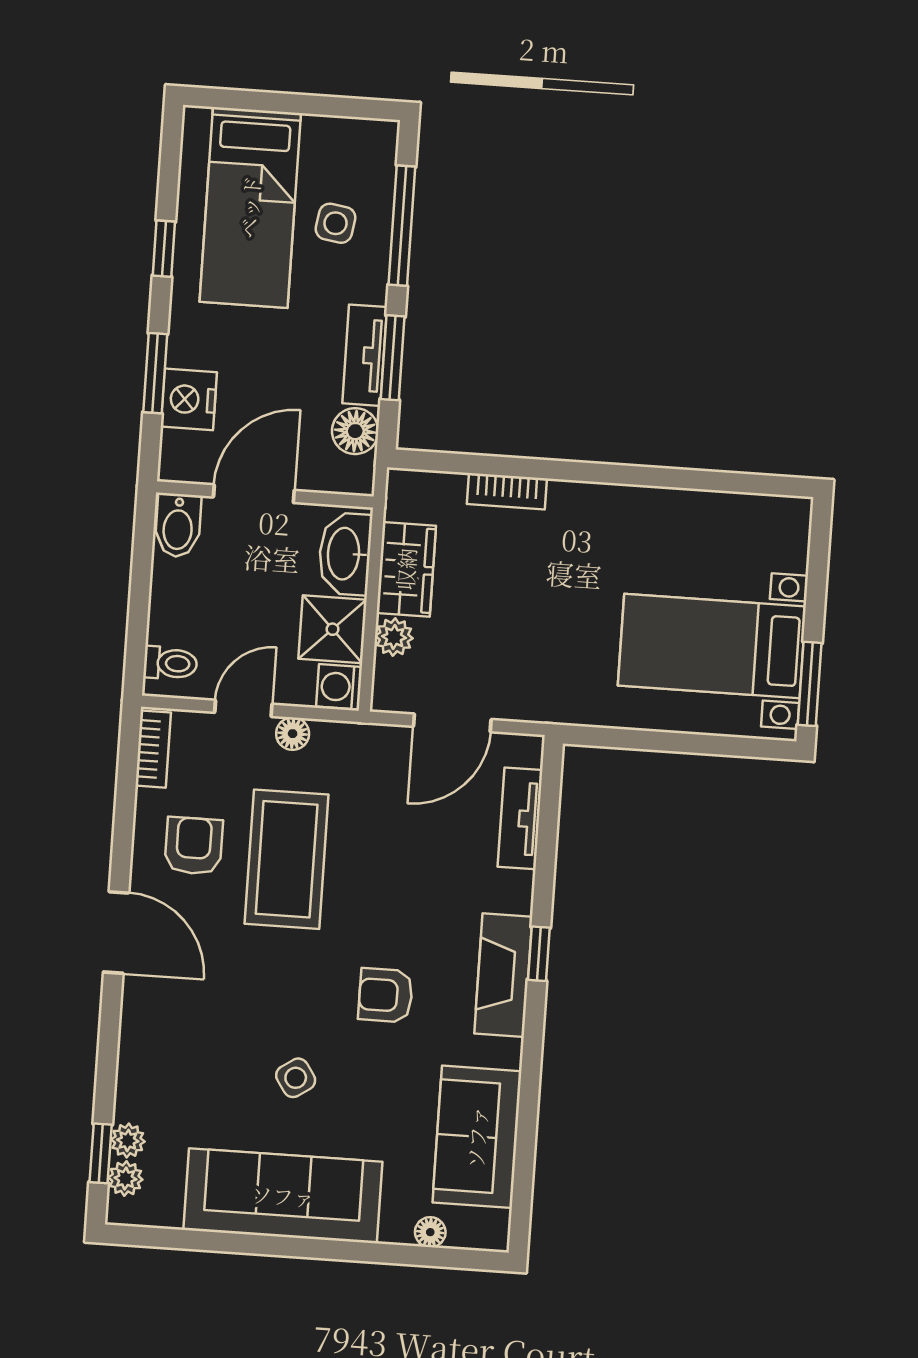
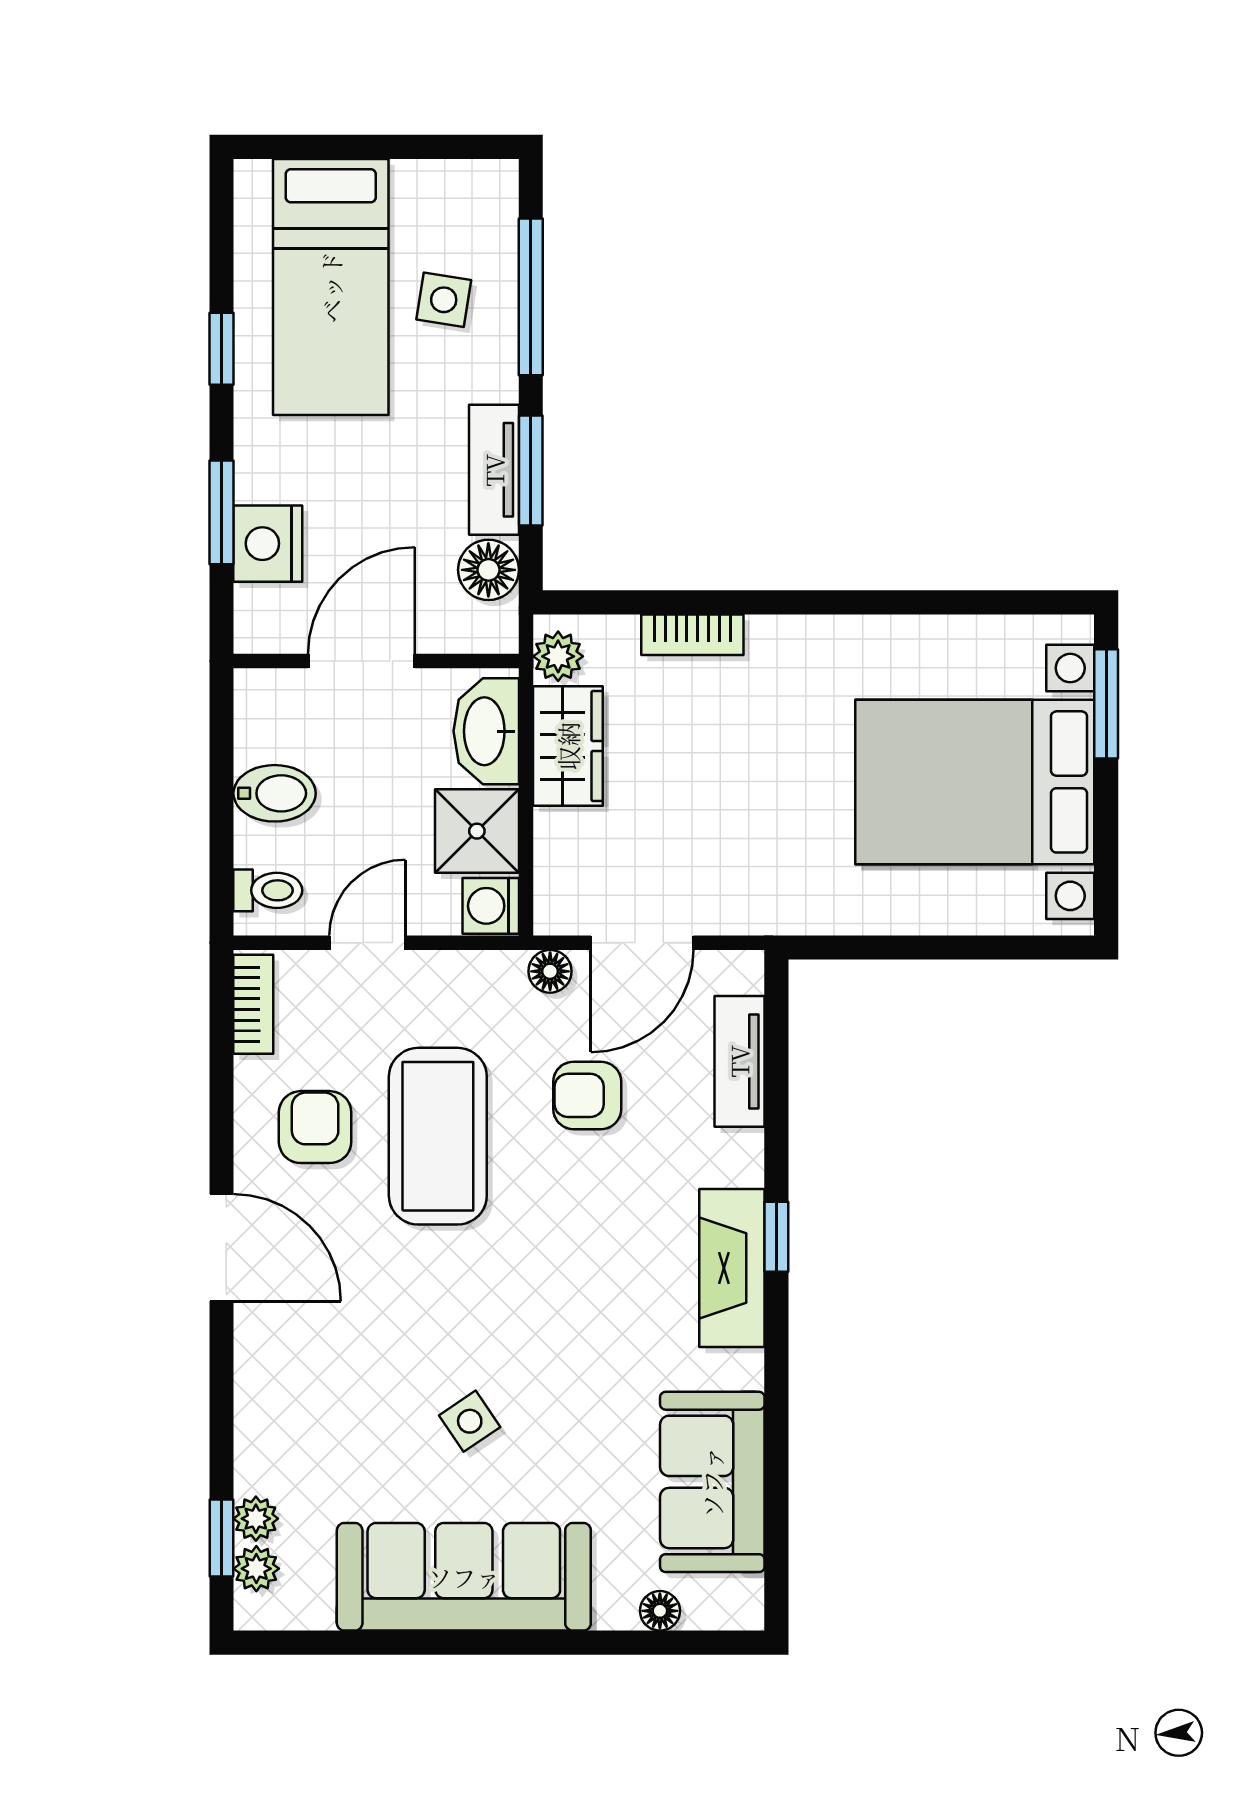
bidet: (178, 525) -> (275, 793), moved, turned -90
plant: (394, 637) -> (558, 656), moved
bed with nightstands: (712, 646) -> (975, 782), width x1.36
window: (810, 684) -> (1106, 704), moved
floor lamp: (293, 734) -> (550, 971), moved
armchair: (386, 995) -> (587, 1095), moved

